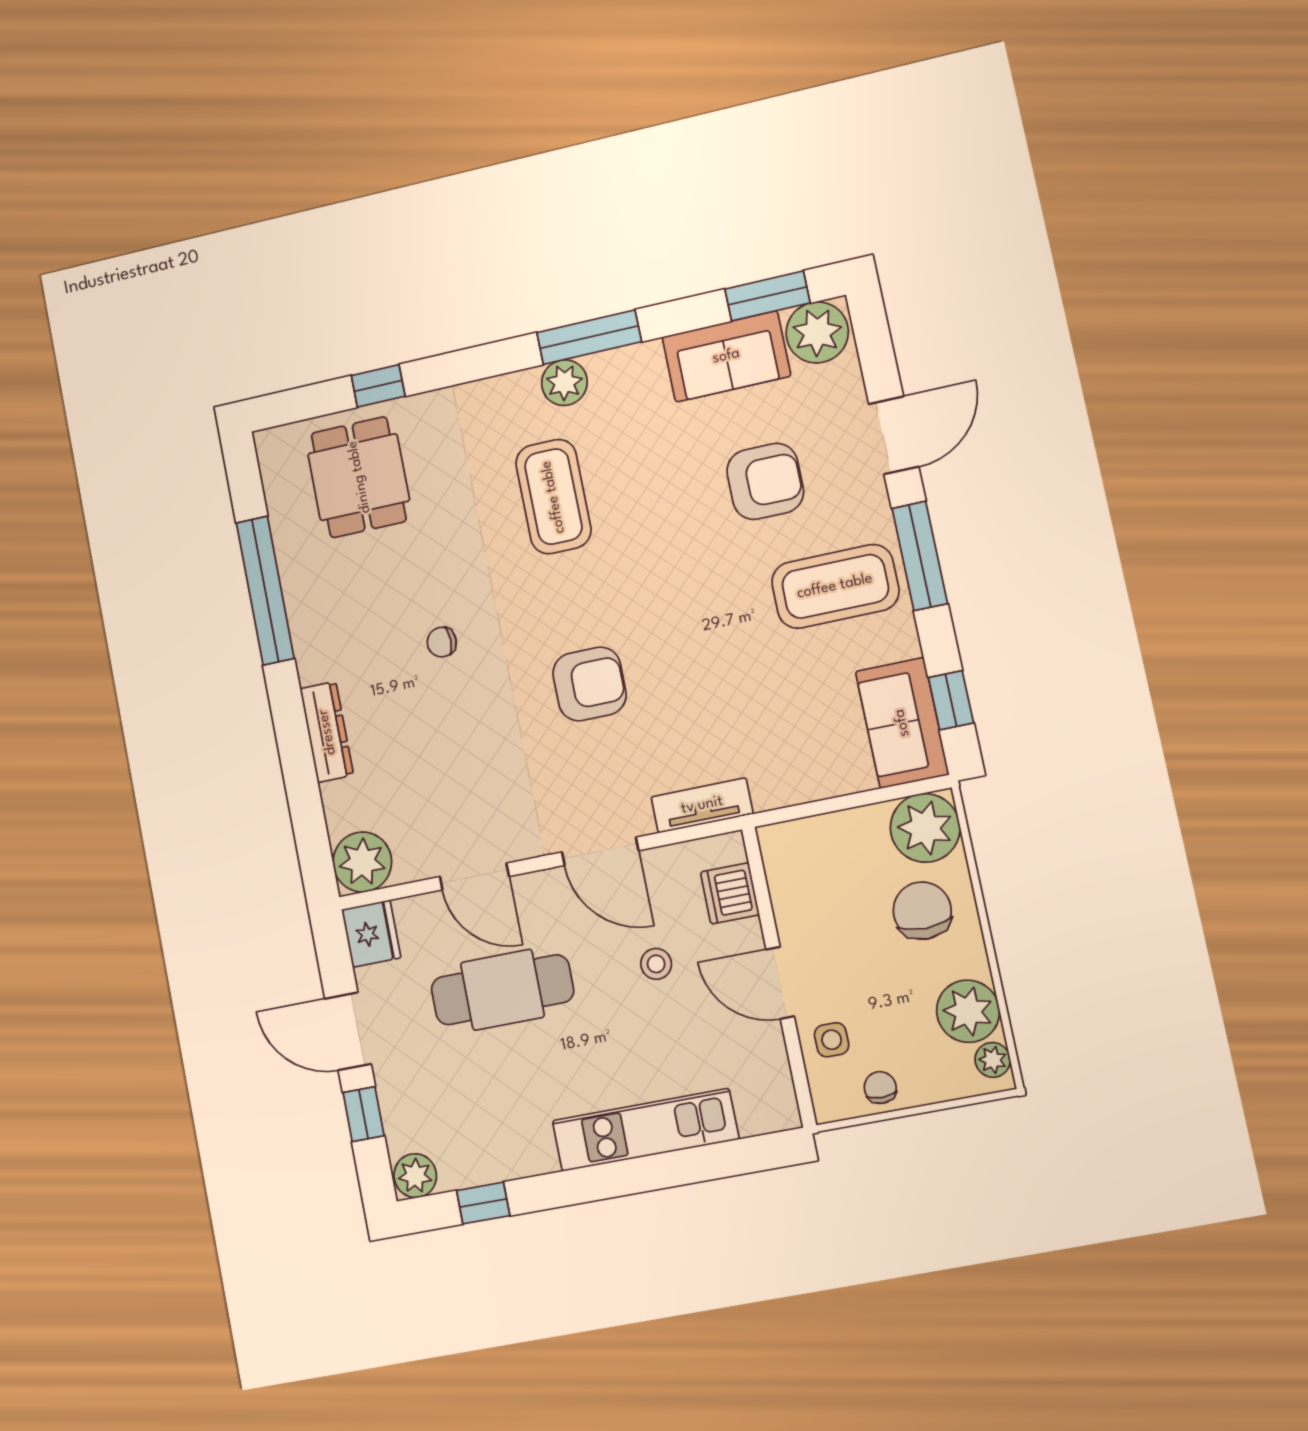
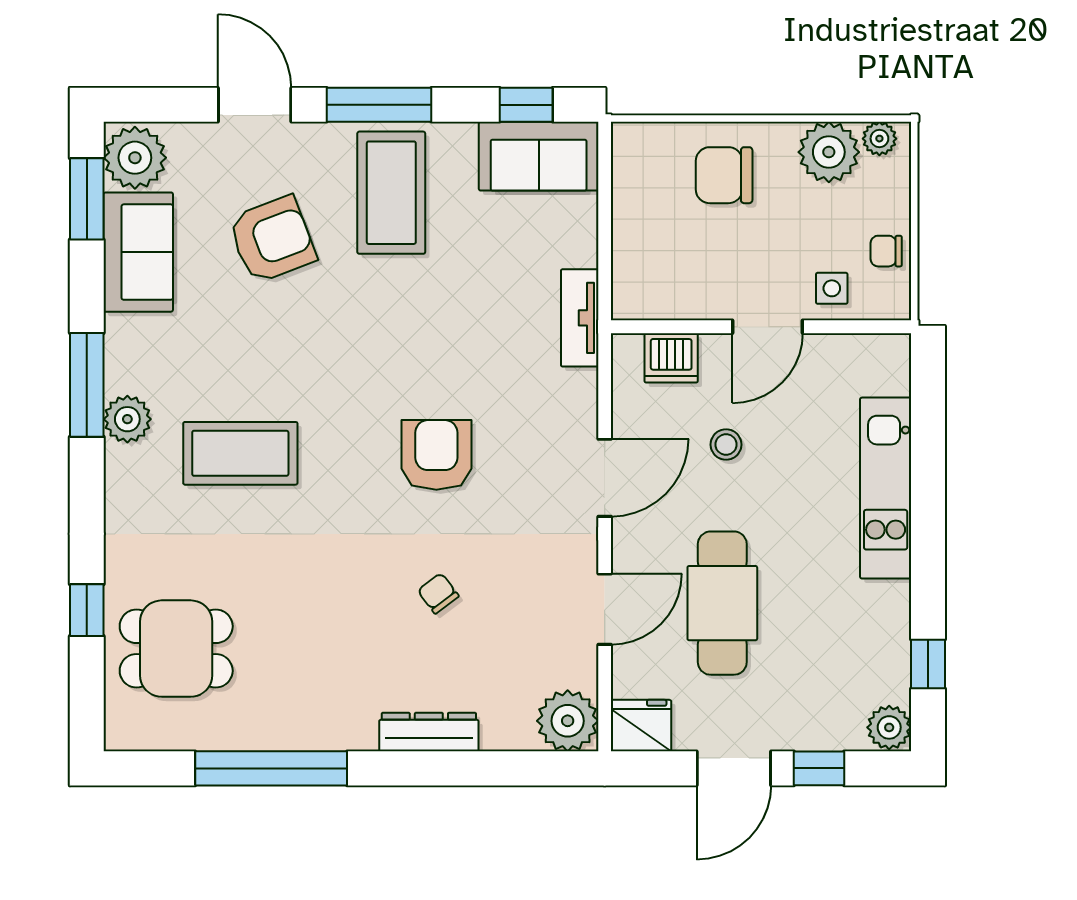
armchair: (765, 481) -> (272, 239), turned 69
chair: (442, 642) -> (438, 593), moved, turned 143
tv unit: (702, 805) -> (580, 318), moved
plant: (925, 828) -> (645, 156), removed

